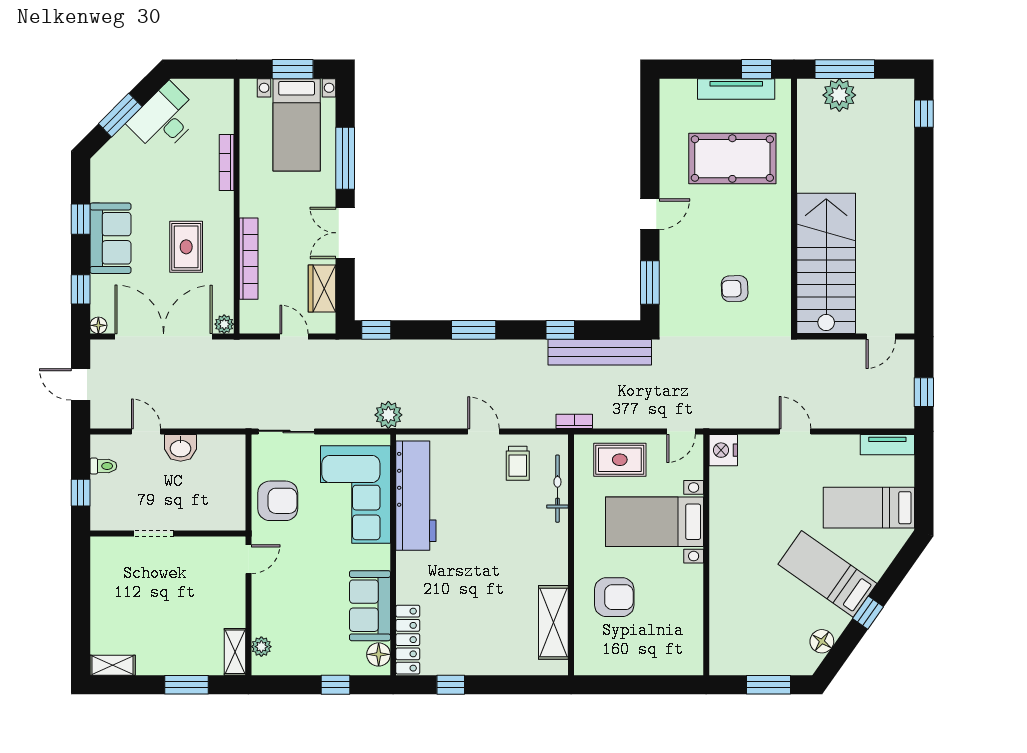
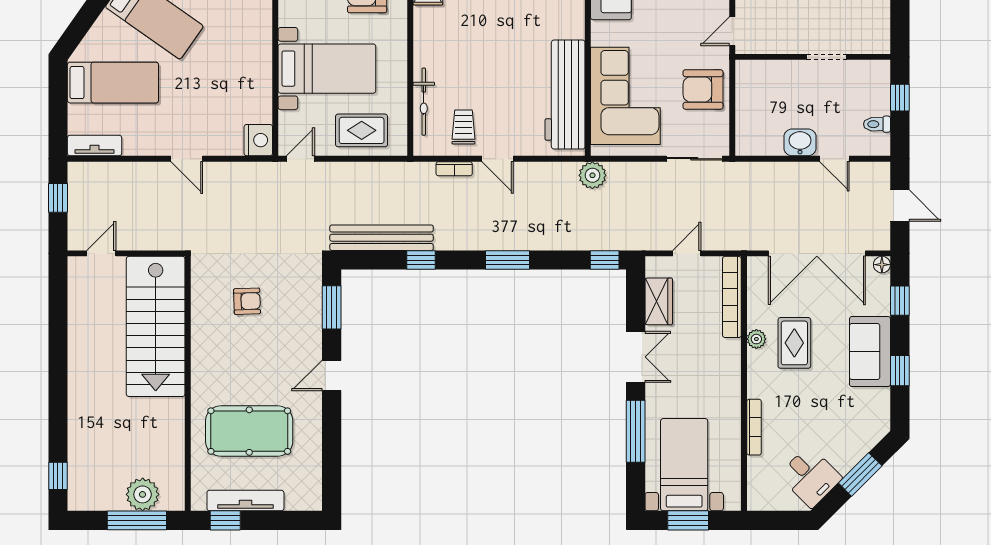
desk: (164, 119) -> (810, 477), width x0.73
bookcase: (249, 259) -> (732, 297), moved
plant: (224, 324) -> (756, 339), moved
door: (294, 337) -> (687, 253), swing flipped
bookcase: (574, 421) -> (454, 169), moved

